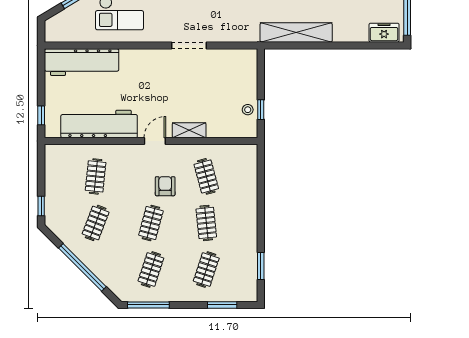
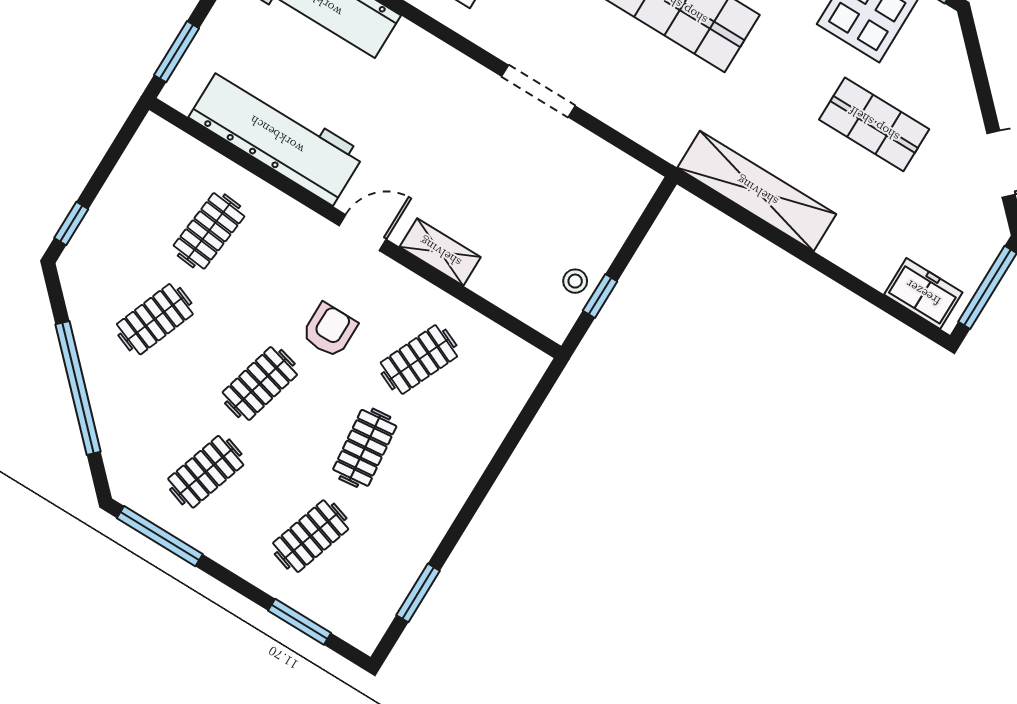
window: (41, 115) -> (177, 52), width x1.50
clothes rail: (206, 176) -> (419, 360), turned 39

